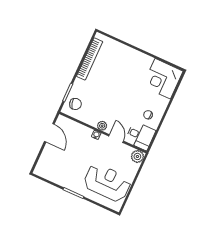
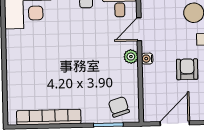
armchair: (78, 156) -> (187, 69), added

